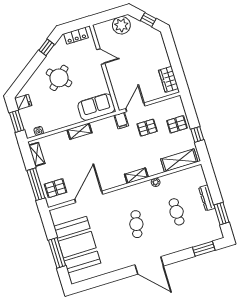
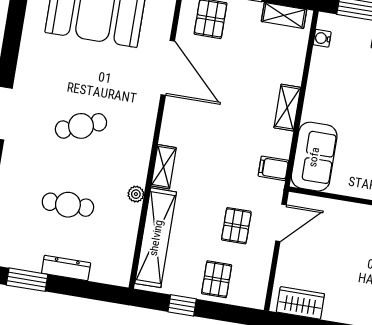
door: (135, 107) -> (281, 223), hinge flipped
filing cabinet: (121, 121) -> (273, 168), moved
shelving: (179, 160) -> (156, 238), width x1.47
cafe table: (136, 224) -> (81, 126), turned -33

